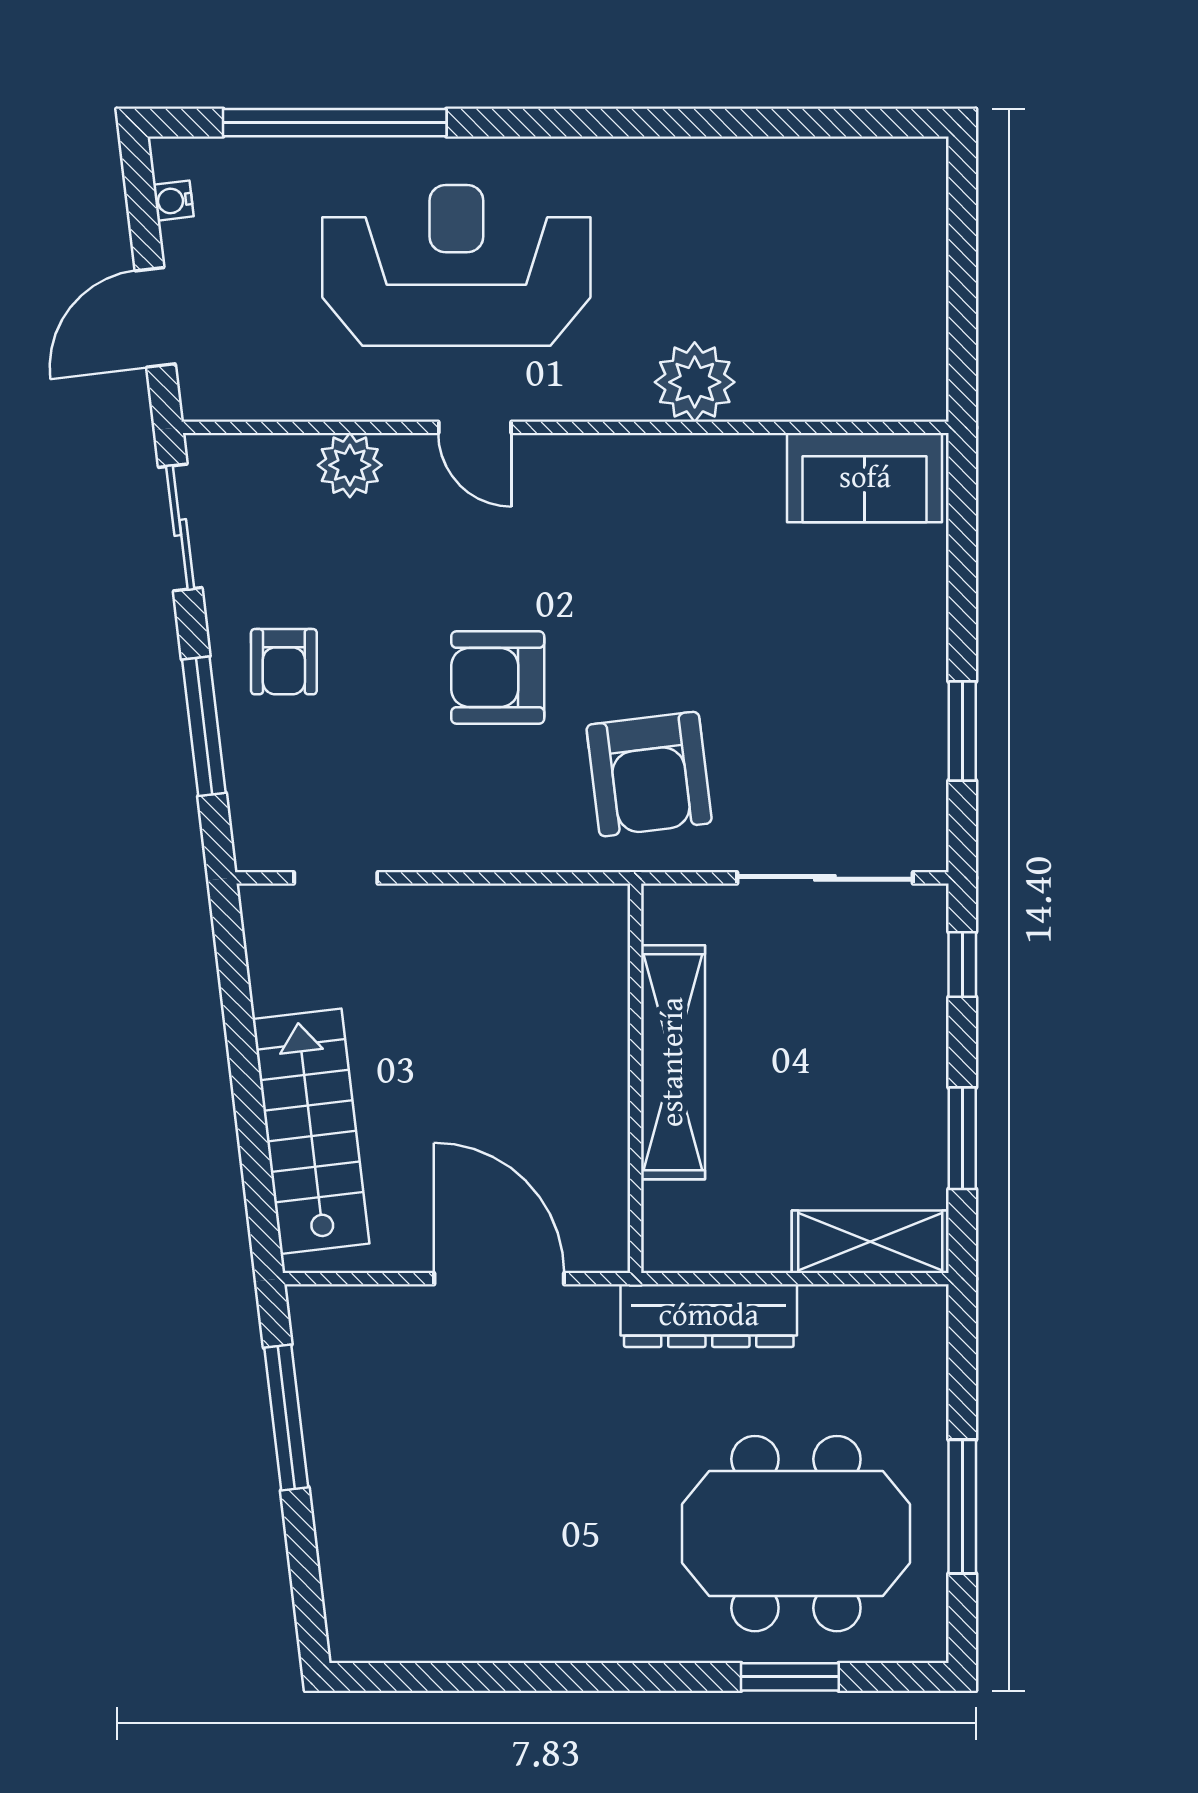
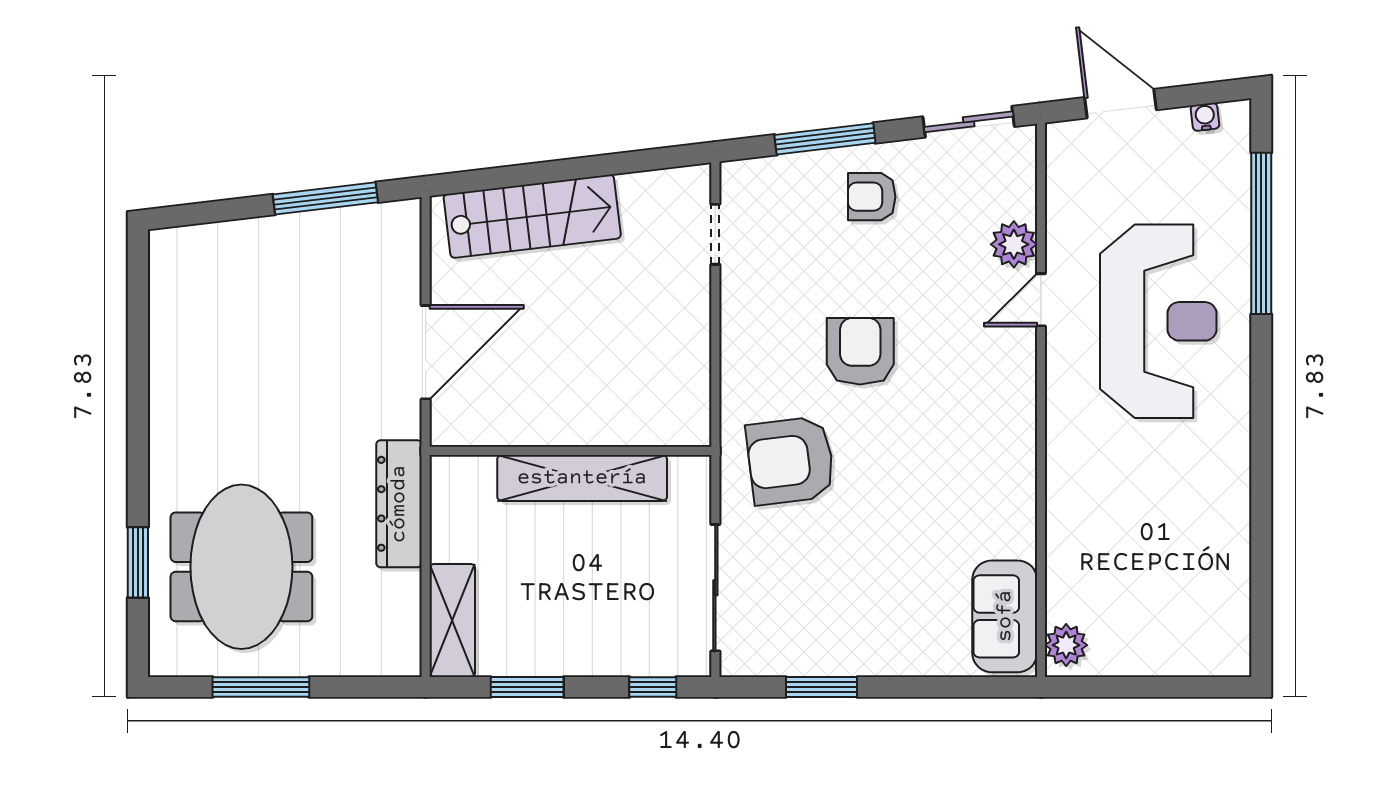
plant: (695, 382) -> (1066, 645), moved, width x0.73, depth x0.73
door: (475, 427) -> (1041, 300), moved

